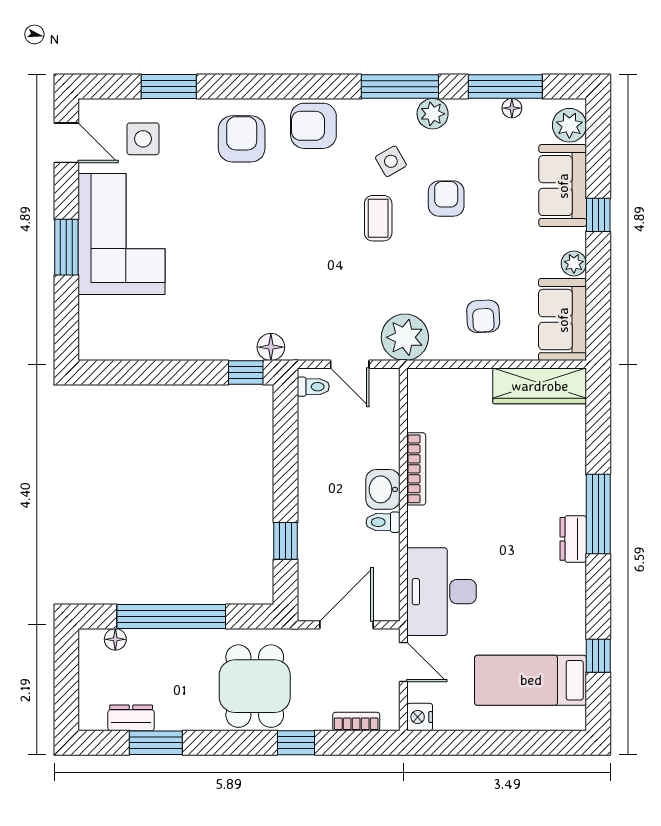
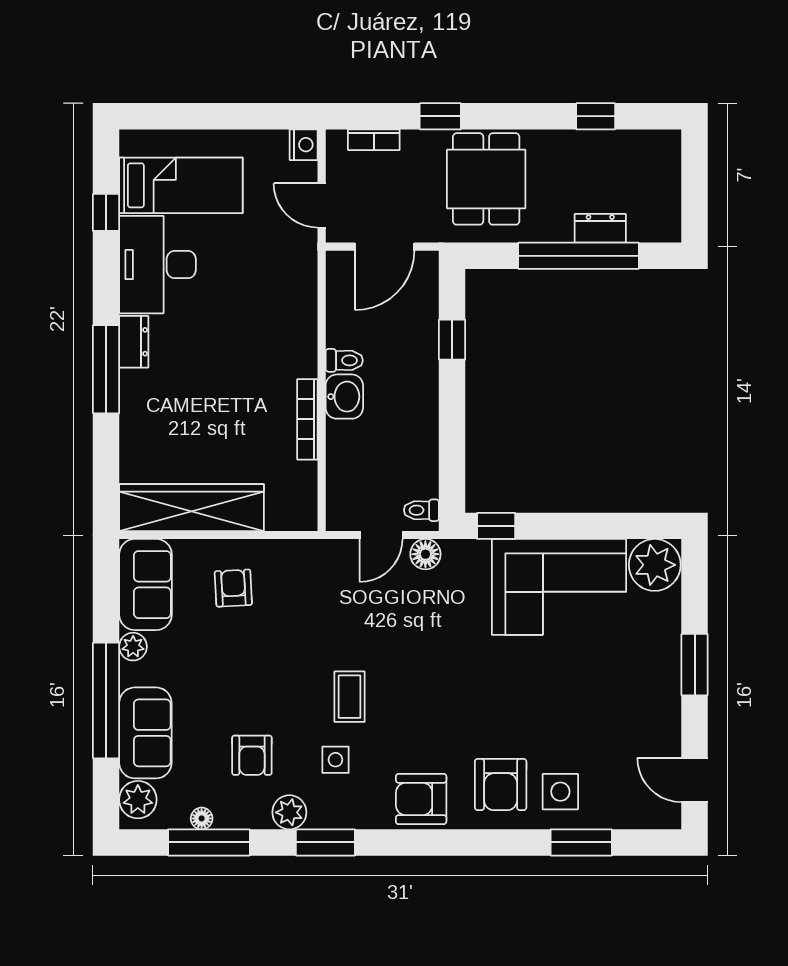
window: (400, 87) -> (325, 842), width x0.69
armchair: (313, 126) -> (421, 799), turned 180
side table: (143, 139) -> (560, 792), moved
side table: (391, 161) -> (335, 760), turned 30
armchair: (446, 199) -> (252, 755), moved
window: (598, 215) -> (106, 700), width x3.17
corner sofa: (122, 234) -> (559, 587), moved, turned -90
plant: (405, 337) -> (655, 565), moved
floor lamp: (271, 347) -> (425, 554), moved
door: (350, 364) -> (381, 535), swing flipped
wardrobe: (540, 386) -> (192, 508), width x1.40, depth x1.17
desk: (442, 592) -> (157, 265), moved, turned 180
floor lamp: (115, 639) -> (640, 231), removed
dresser: (131, 718) -> (600, 228), moved, turned 180
window: (156, 743) -> (596, 116), width x0.67

